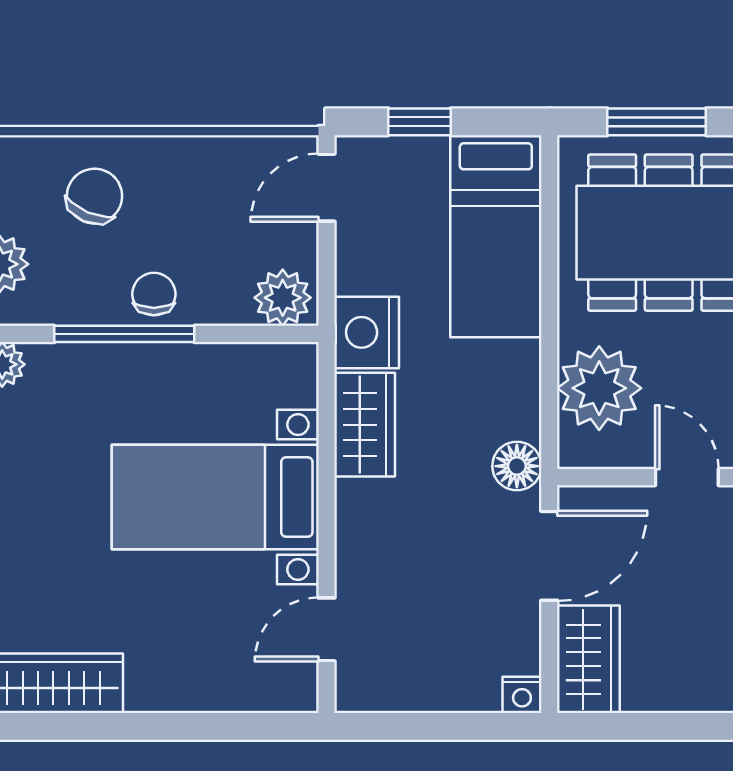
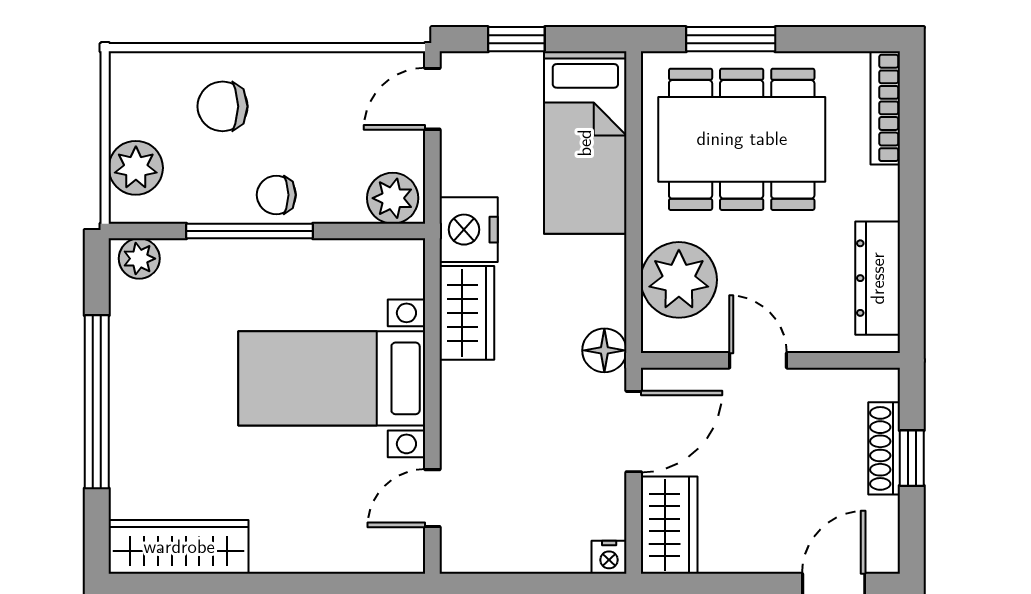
chair: (94, 196) -> (223, 106), turned -113
chair: (154, 294) -> (276, 195), turned -90

